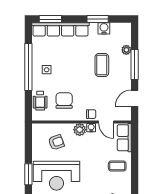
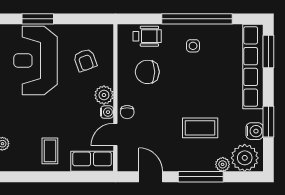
plant: (122, 35) -> (245, 158), added
wheelchair: (40, 101) -> (147, 36), turned 180
chair: (64, 101) -> (147, 72), turned 180

